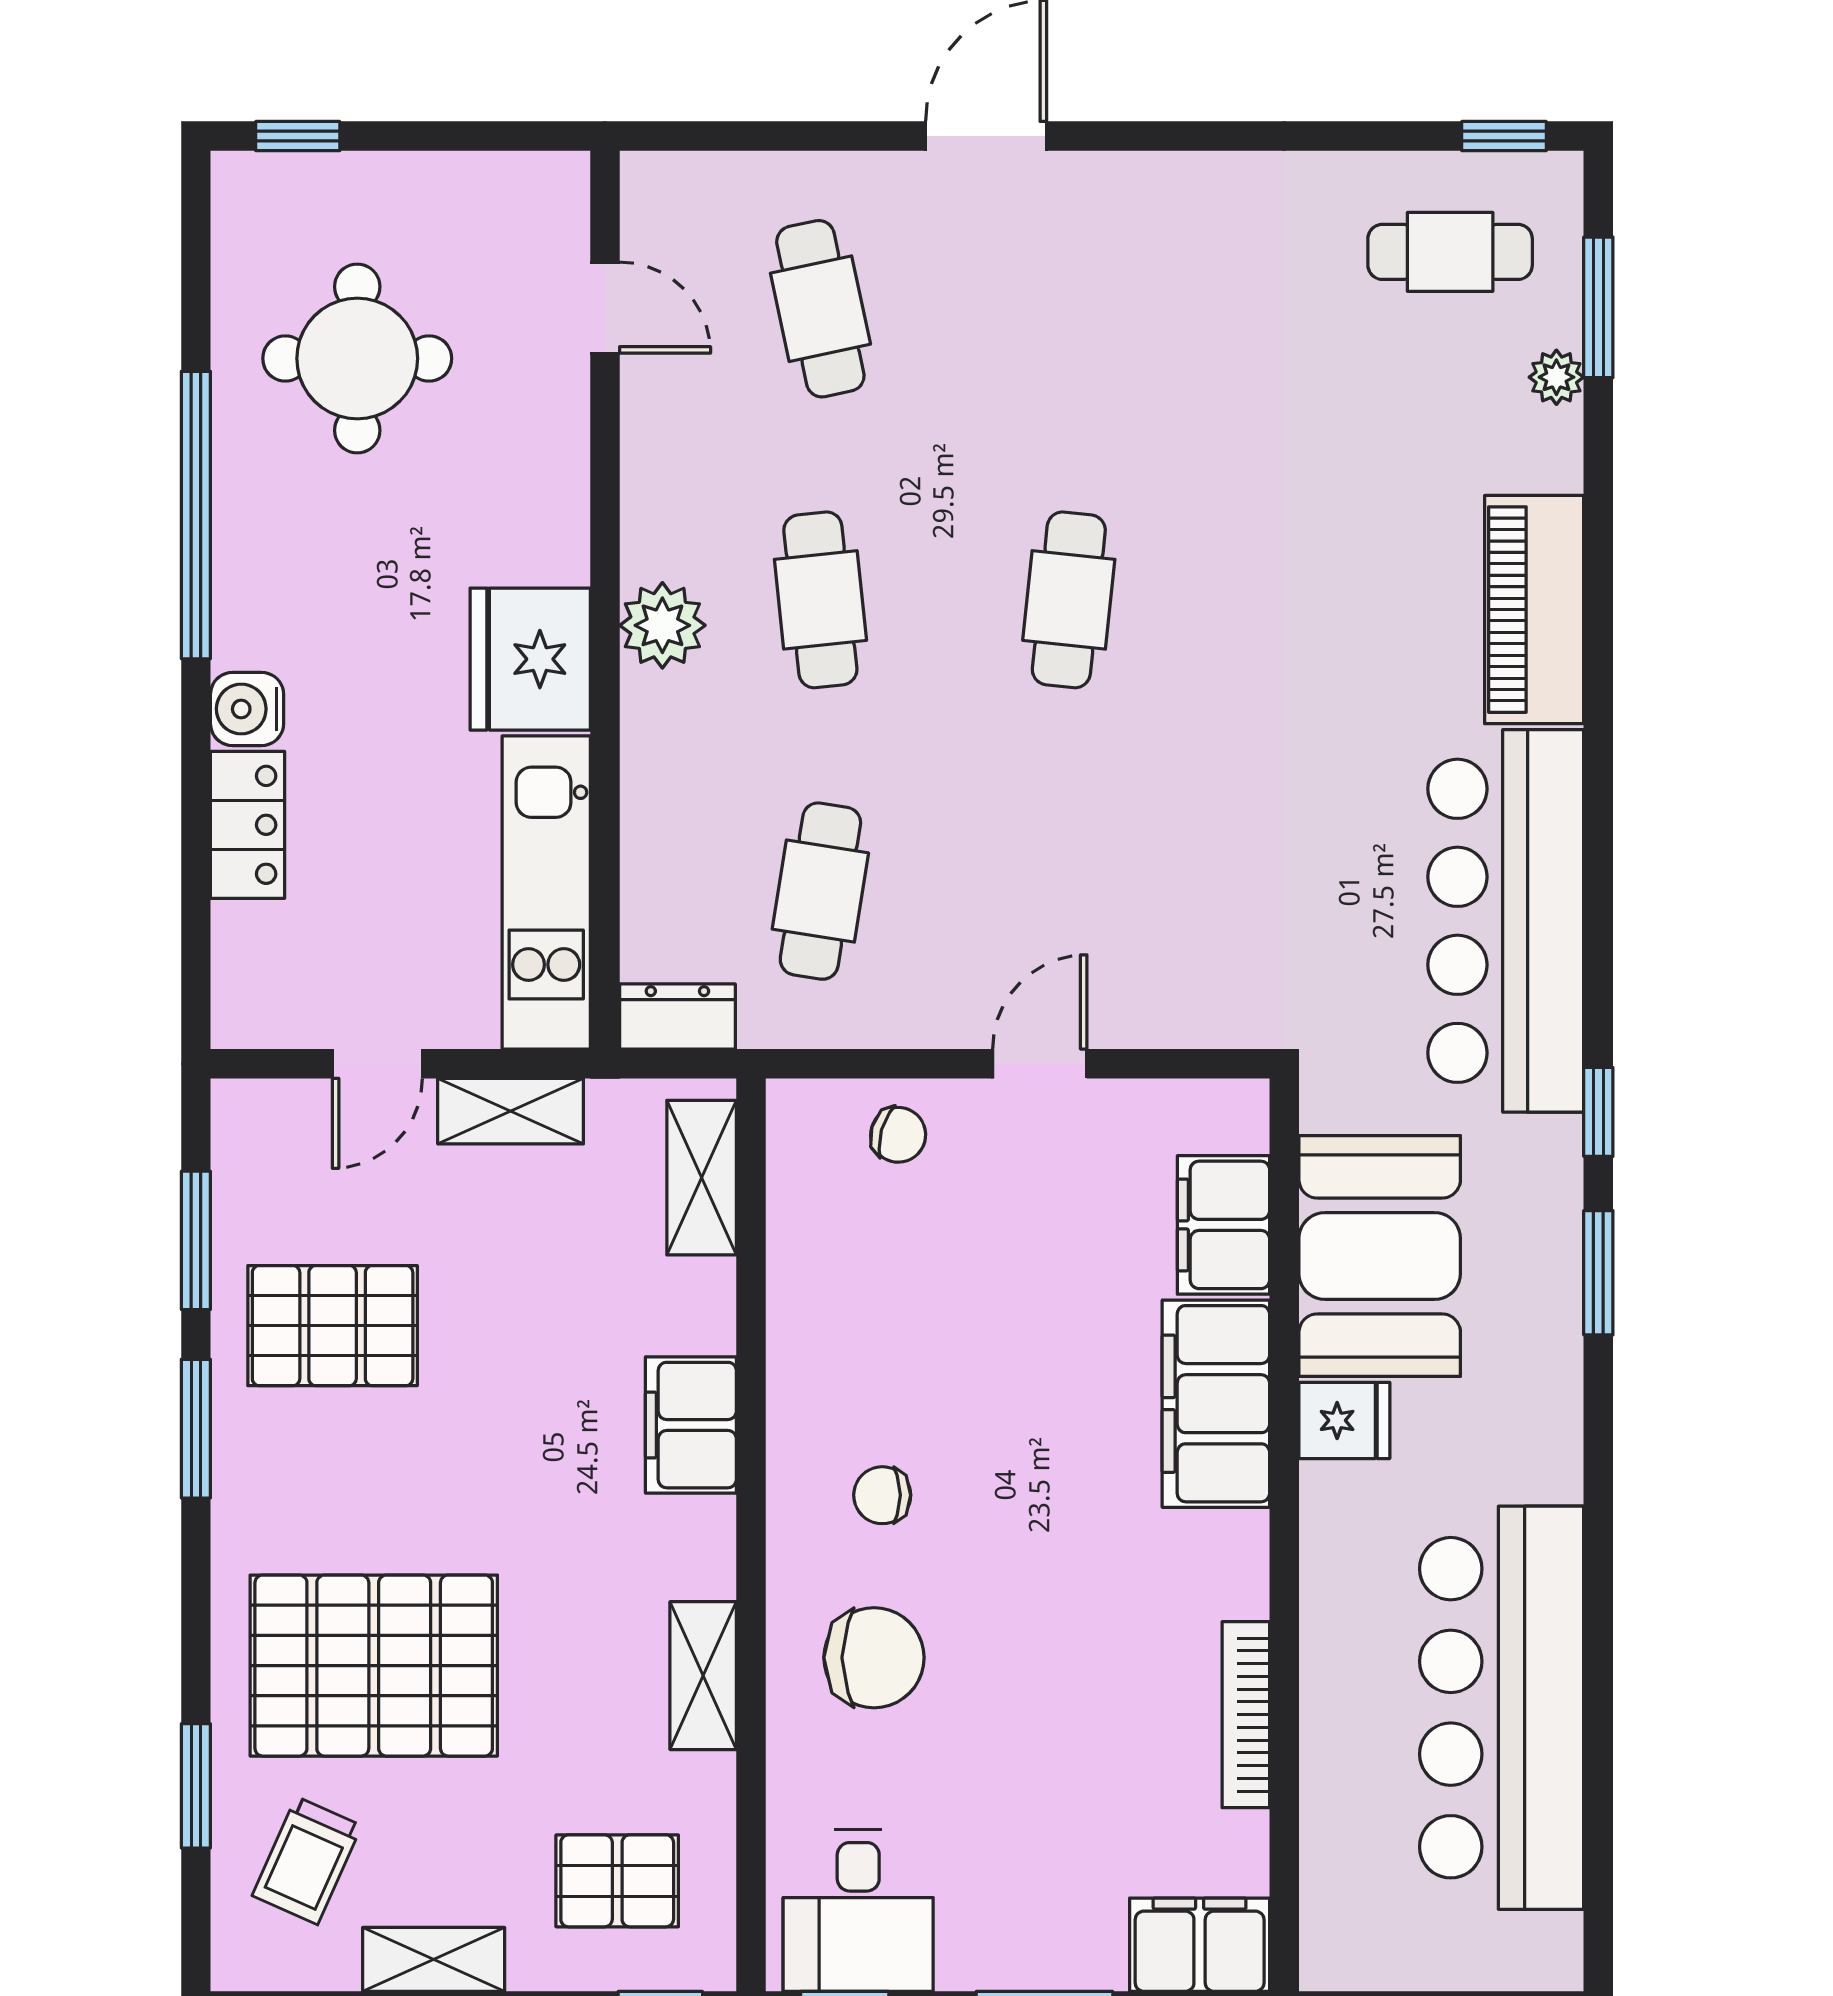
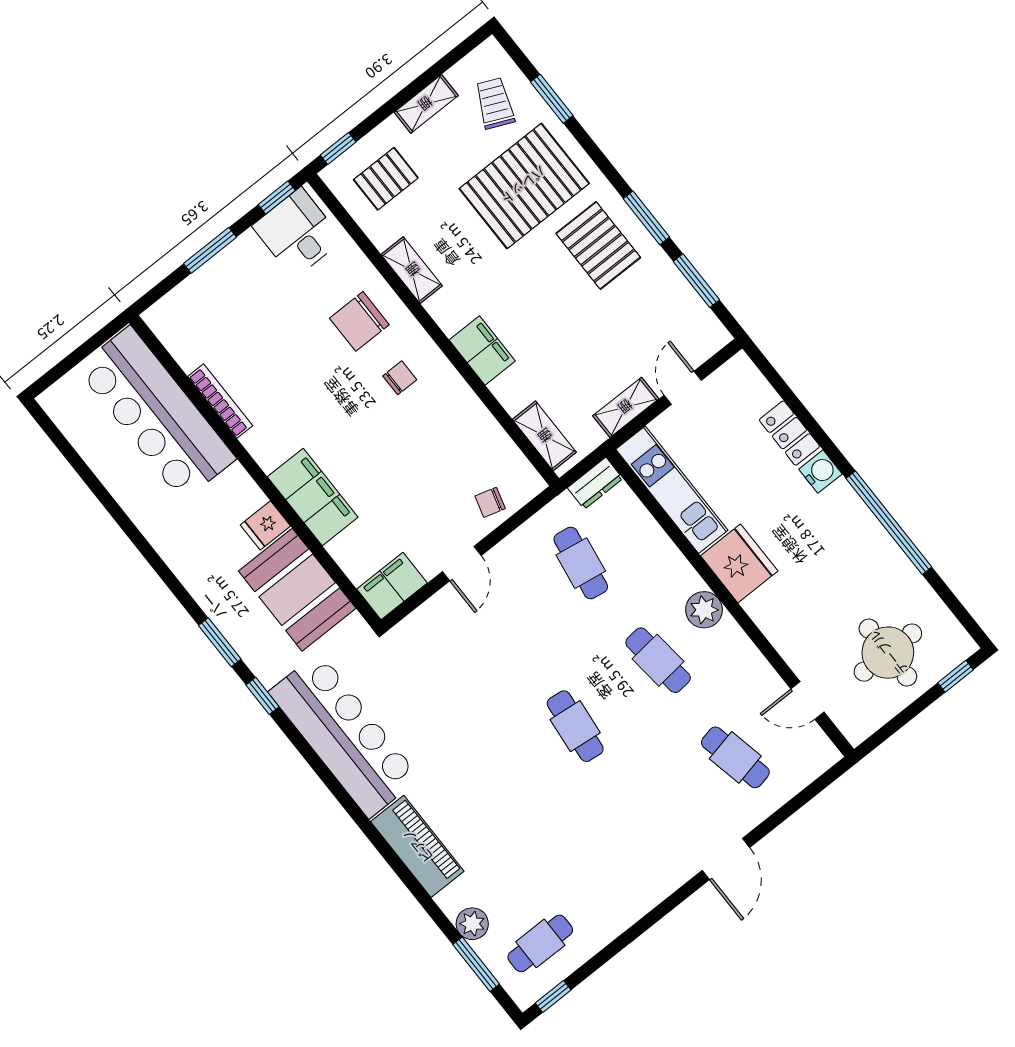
round table: (357, 358) -> (888, 653), moved
plant: (1556, 377) -> (472, 924), width x1.38, depth x1.38
filing cabinet: (1223, 1225) -> (392, 586), moved, turned -90
pallet: (333, 1326) -> (598, 245), moved, turned 90
bar counter: (1502, 1708) -> (156, 413), moved, turned 180
filing cabinet: (1200, 1945) -> (175, 312), removed

